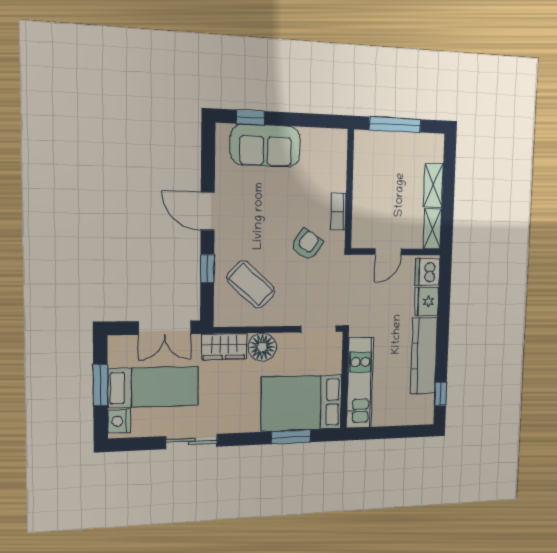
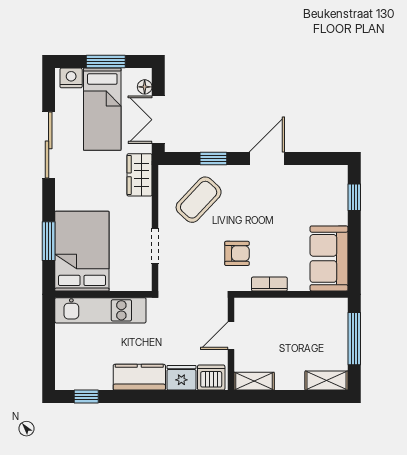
sofa: (266, 146) -> (329, 258), moved
shelving: (433, 185) -> (326, 381), moved
armchair: (307, 245) -> (237, 253), turned -34
door: (388, 252) -> (231, 336), hinge flipped
doorway: (319, 329) -> (155, 246), moved
floor lamp: (262, 347) -> (145, 87), moved, width x0.53, depth x0.53
kitchen counter: (424, 356) -> (139, 377), width x0.67
sliding door: (192, 441) -> (49, 145), width x1.37

